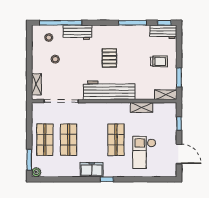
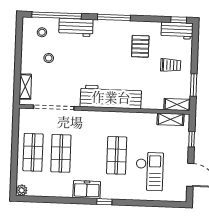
window: (132, 23) -> (114, 17), moved
pallet: (109, 58) -> (140, 46), moved
shelving: (142, 107) -> (171, 119), moved
checkout: (144, 152) -> (149, 171), turned 180
window: (29, 160) -> (14, 175), removed

